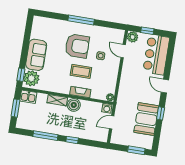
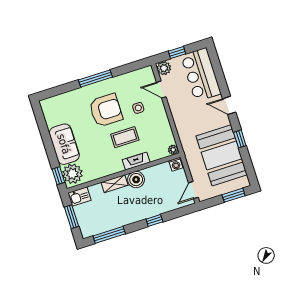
booth: (146, 119) -> (222, 155), width x1.36, depth x1.42
door: (112, 122) -> (193, 190), moved
window: (45, 136) -> (109, 235), moved

